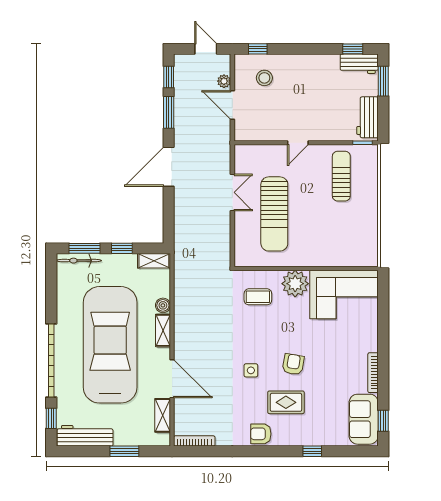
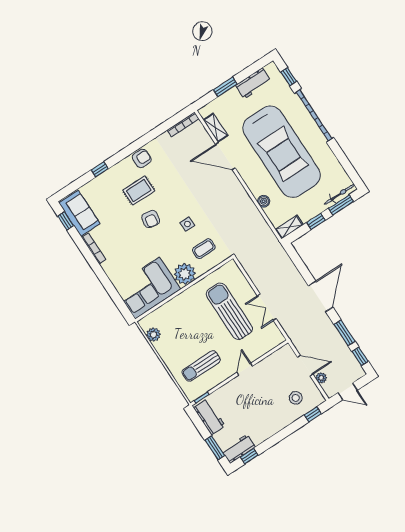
sun lounger: (341, 176) -> (201, 366), turned 90
plant: (370, 242) -> (153, 335), added
shelving: (163, 330) -> (253, 185), removed
side table: (251, 370) -> (187, 224), moved
workbench: (85, 436) -> (253, 83), width x0.73

